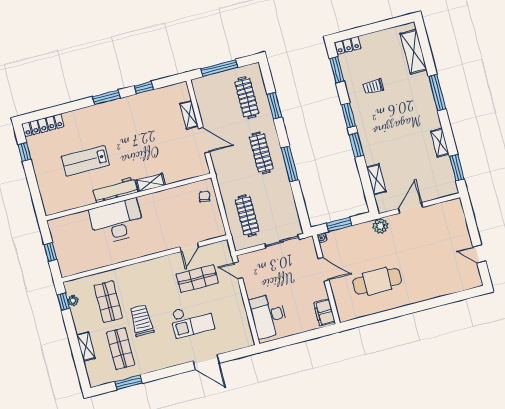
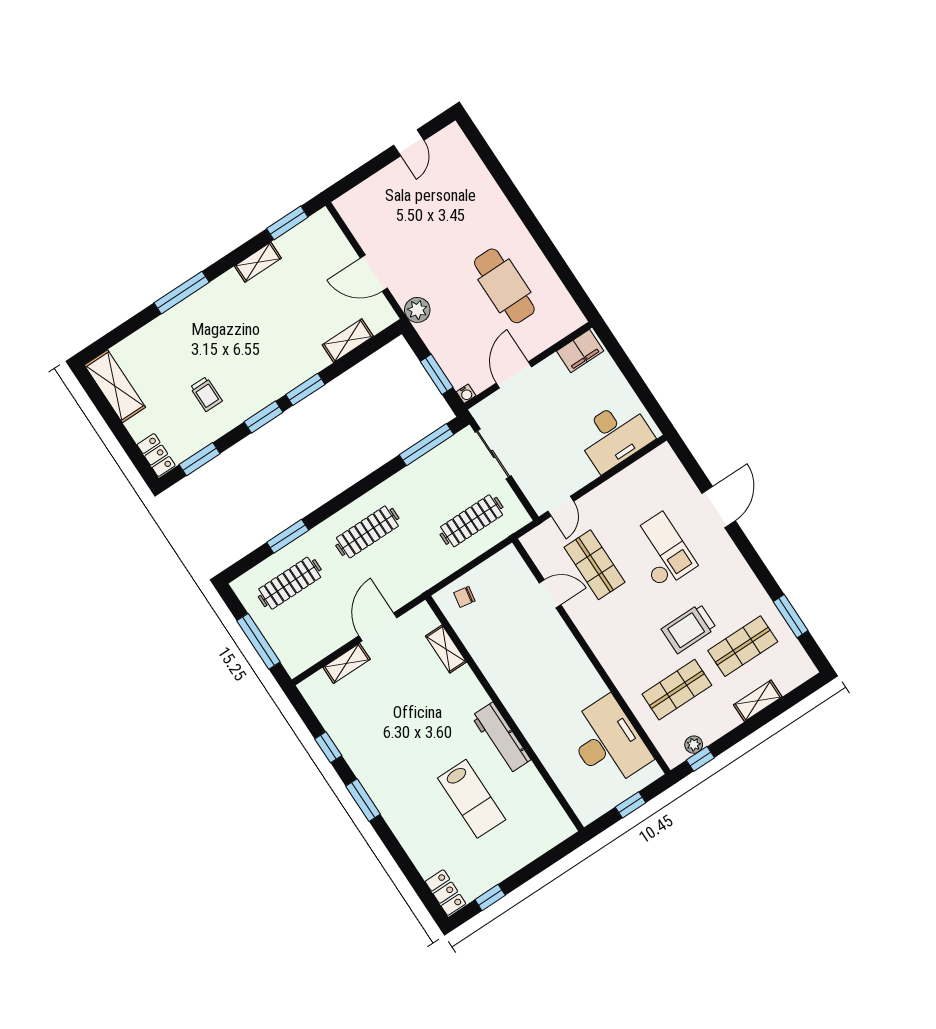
shelving: (414, 52) -> (115, 386), moved, turned 90
locker: (43, 125) -> (445, 893), width x0.66
window: (290, 164) -> (426, 445), moved
shelving: (151, 183) -> (446, 649), moved
desk: (117, 221) -> (608, 742), moved, turned 180

